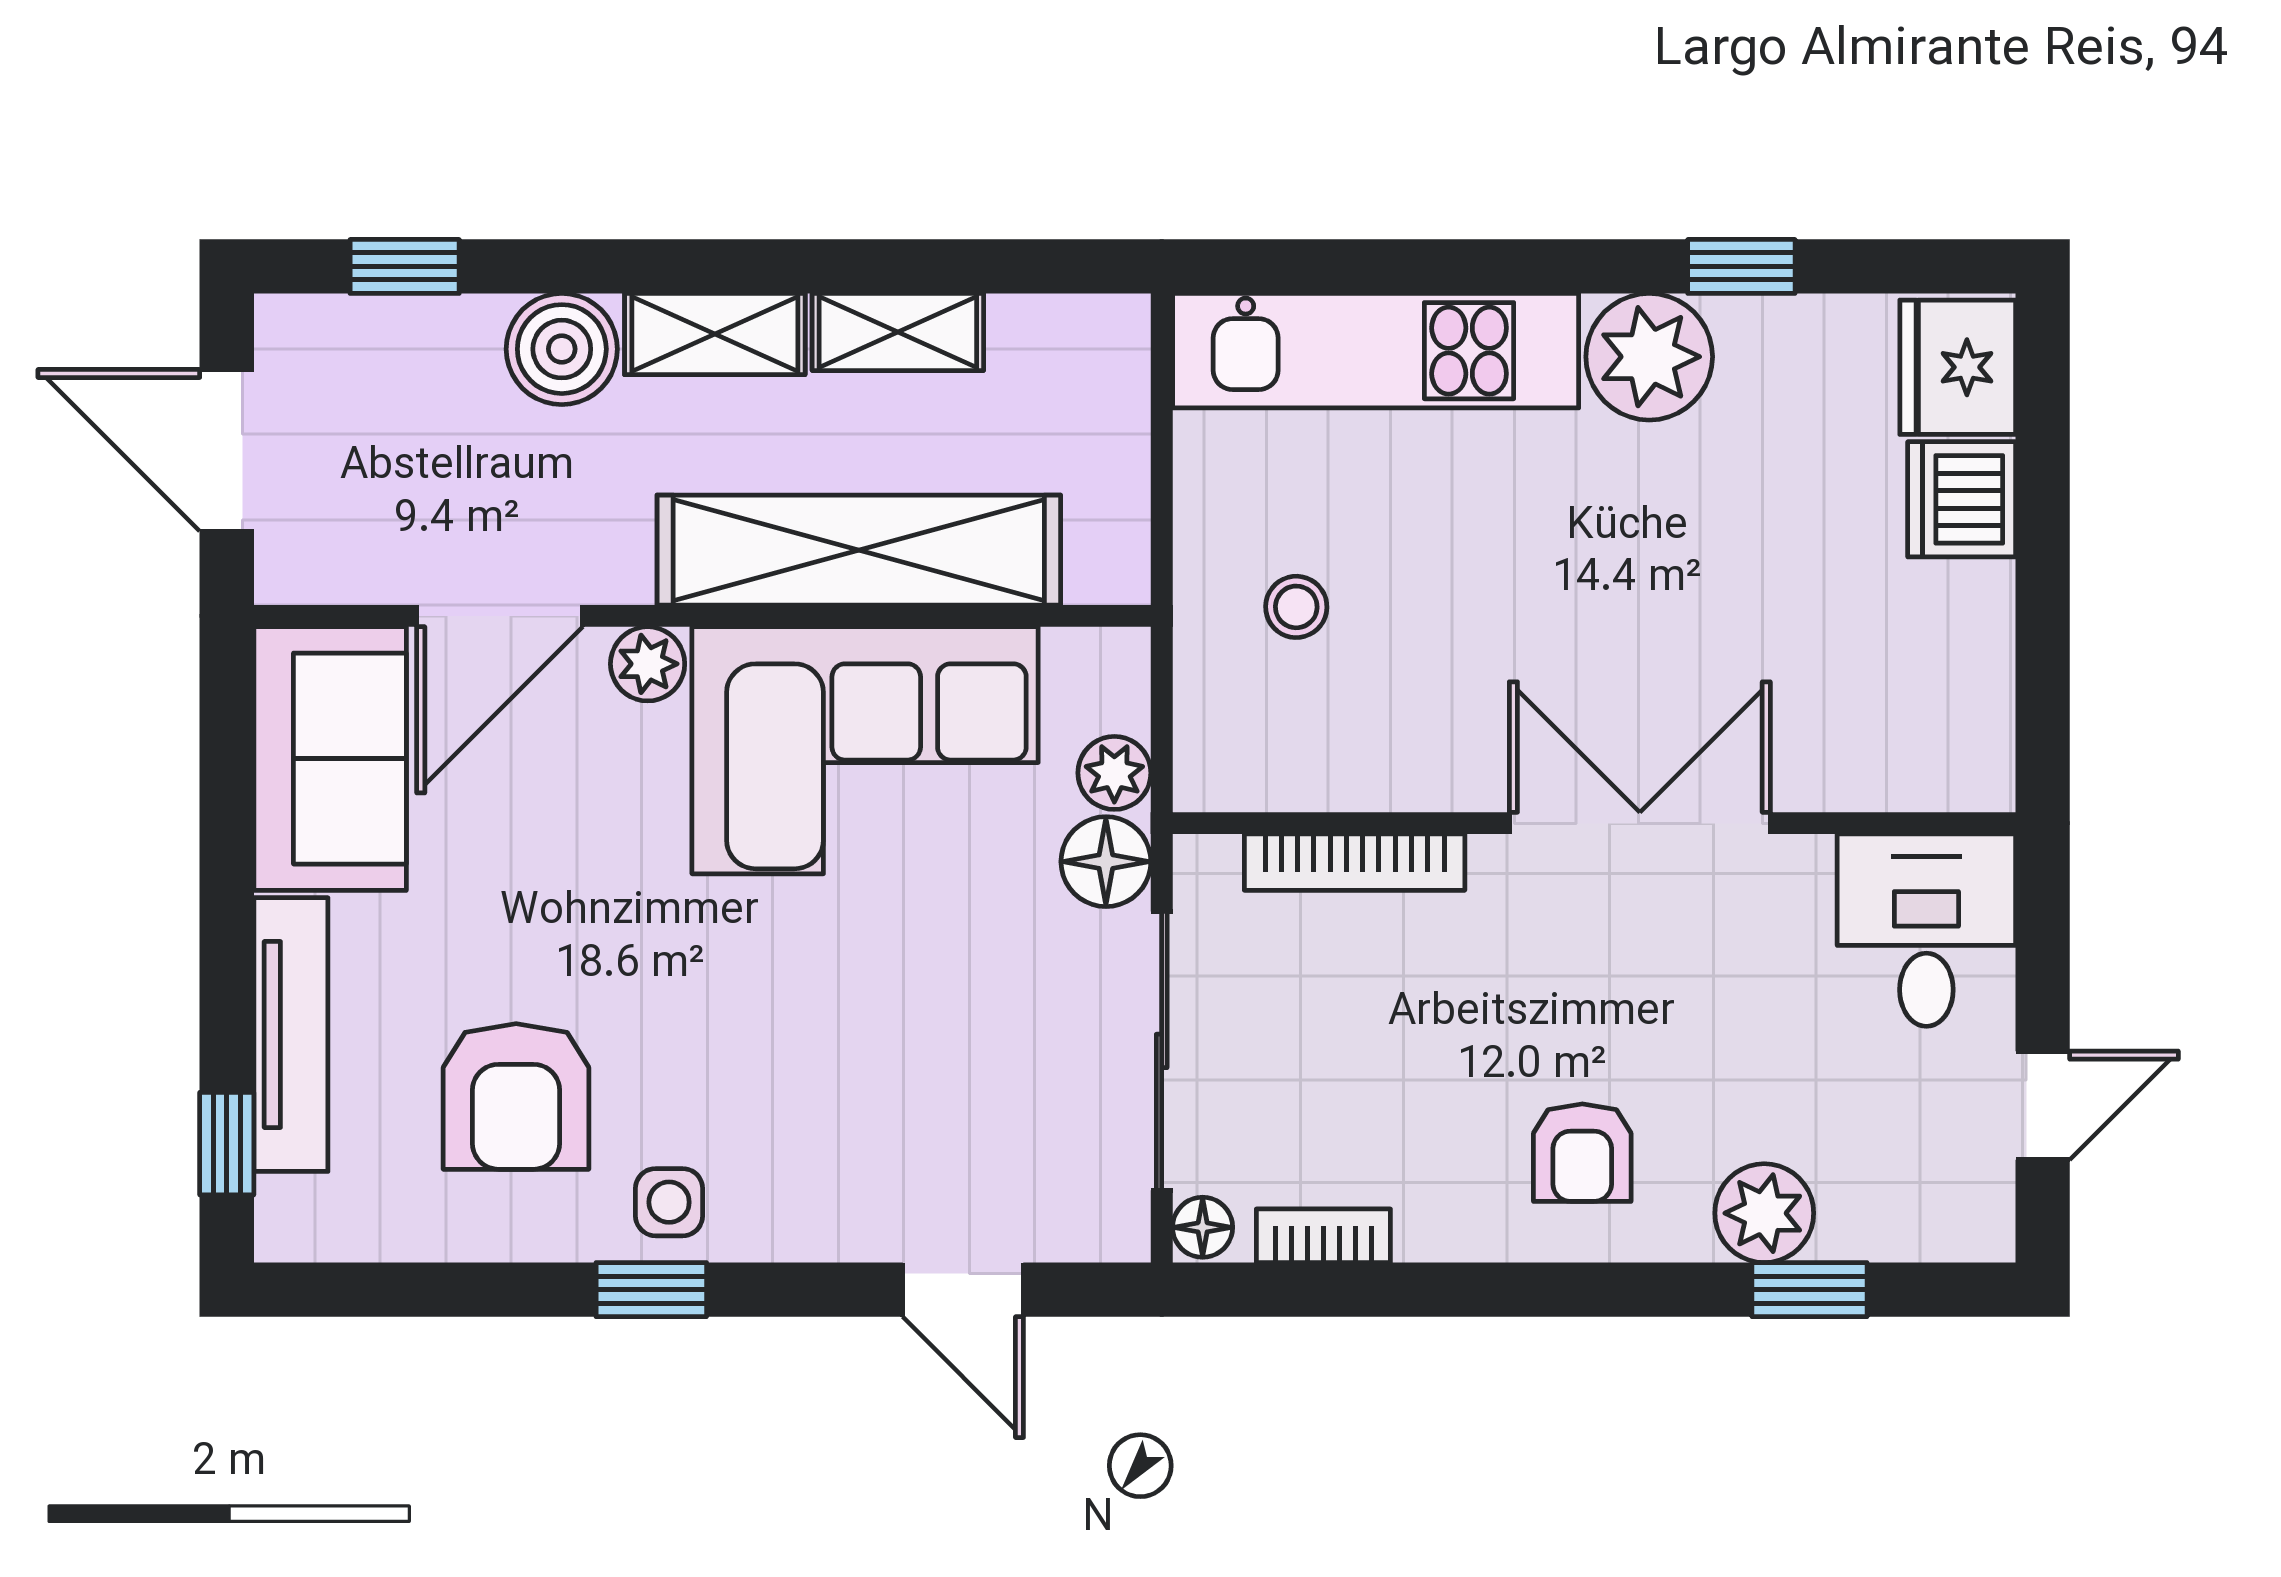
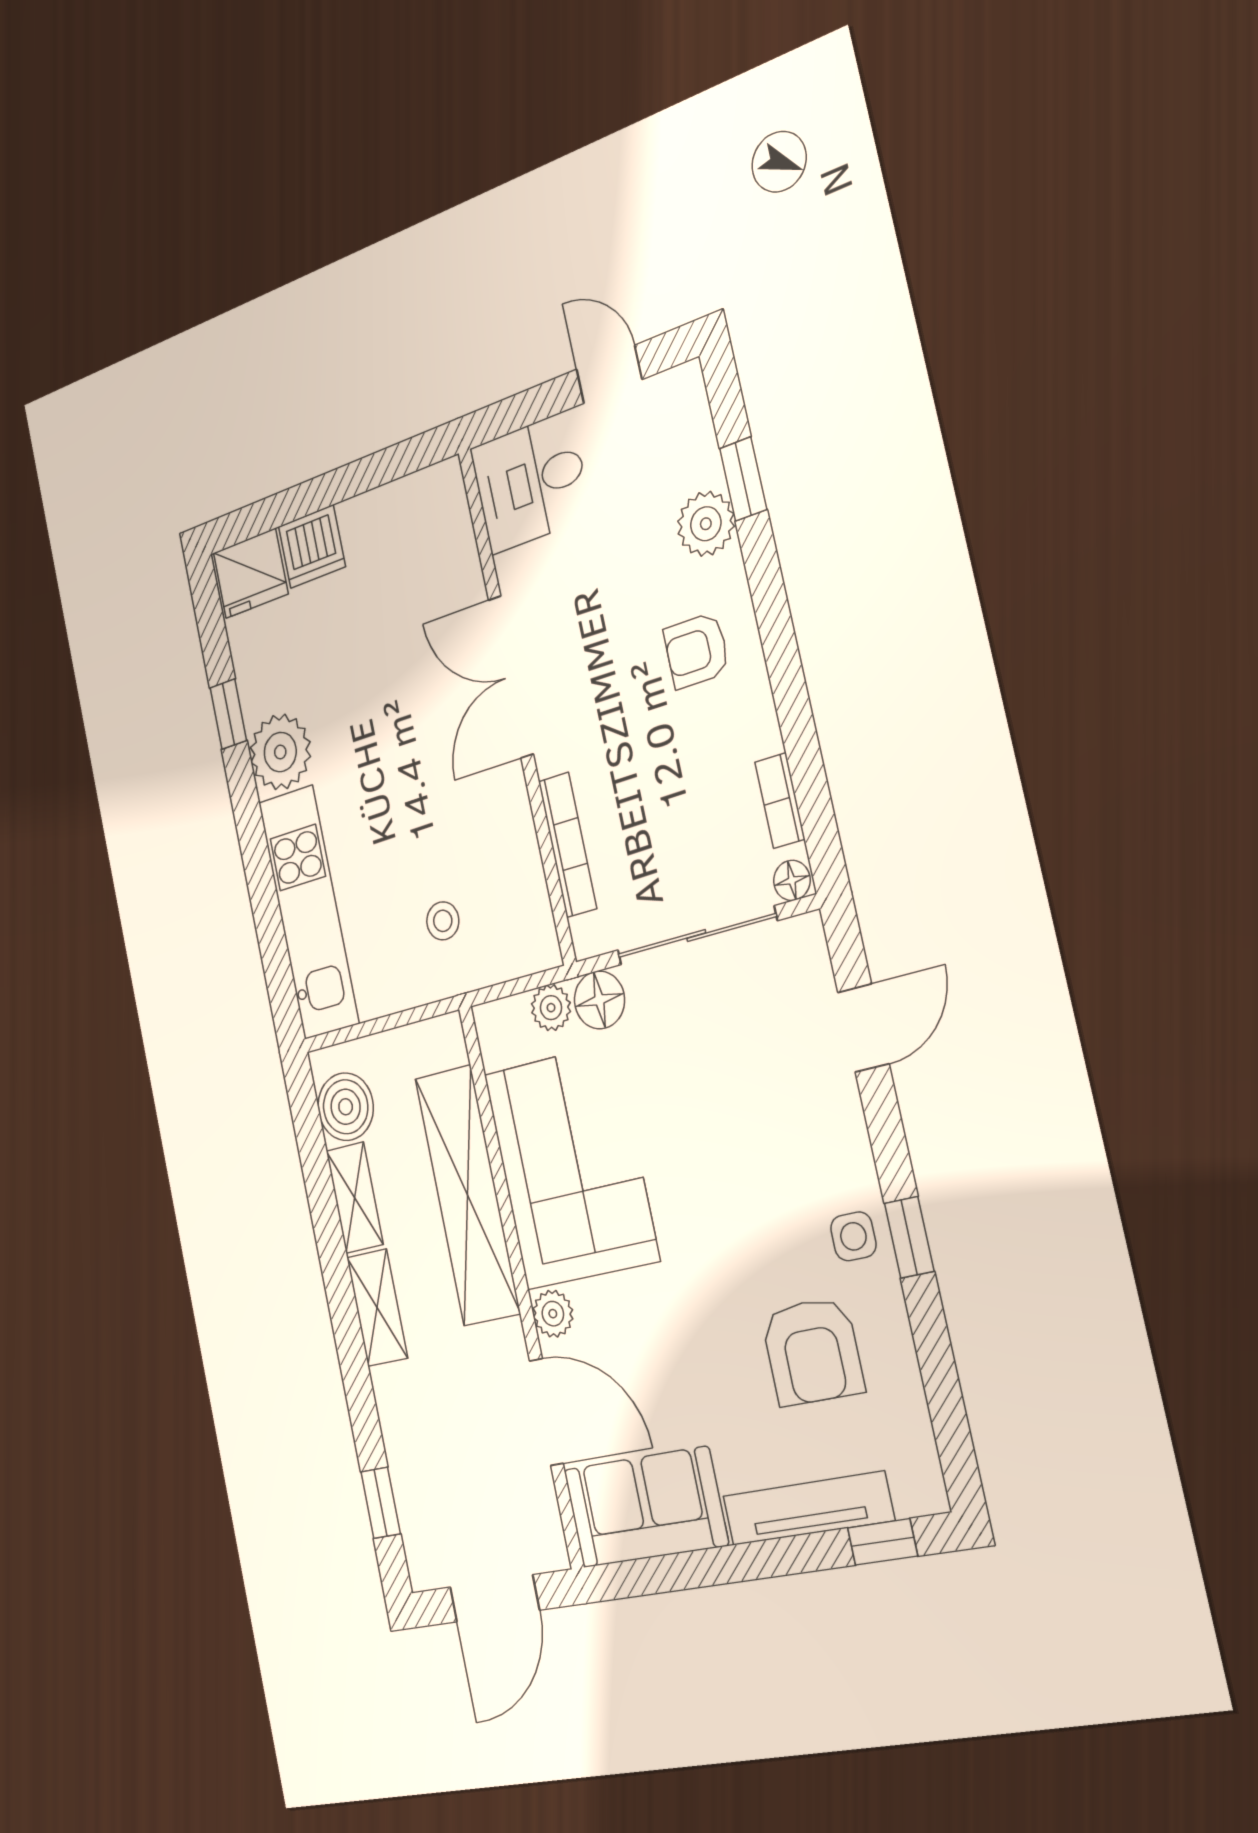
boiler: (562, 349) -> (346, 1107), moved
armchair: (516, 1096) -> (812, 1351), turned 90
armchair: (1582, 1153) -> (696, 651), turned 180

